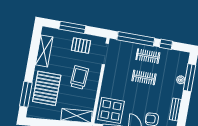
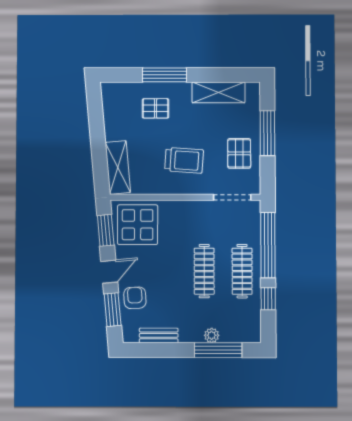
clothes rail: (148, 56) -> (242, 271), width x1.36
clothes rail: (144, 77) -> (204, 271), width x1.36
pallet: (47, 88) -> (156, 108), width x0.49, depth x0.50
window: (26, 94) -> (165, 75), moved

